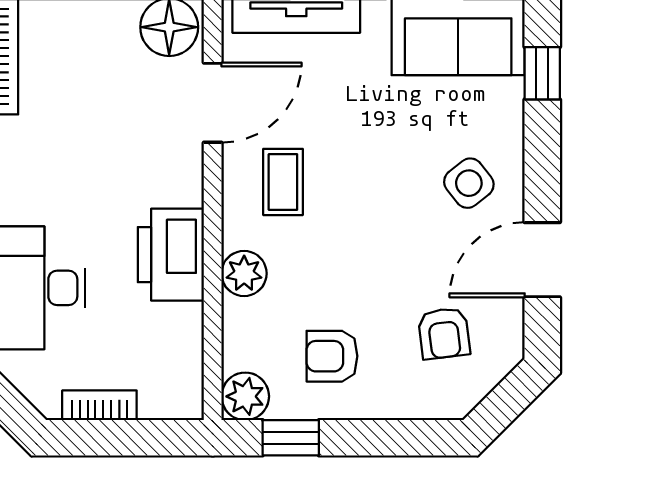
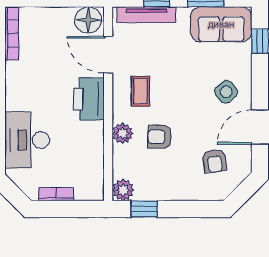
door: (213, 103) -> (108, 55), swing flipped
printer: (171, 255) -> (89, 99), moved
armchair: (332, 356) -> (160, 137), moved

